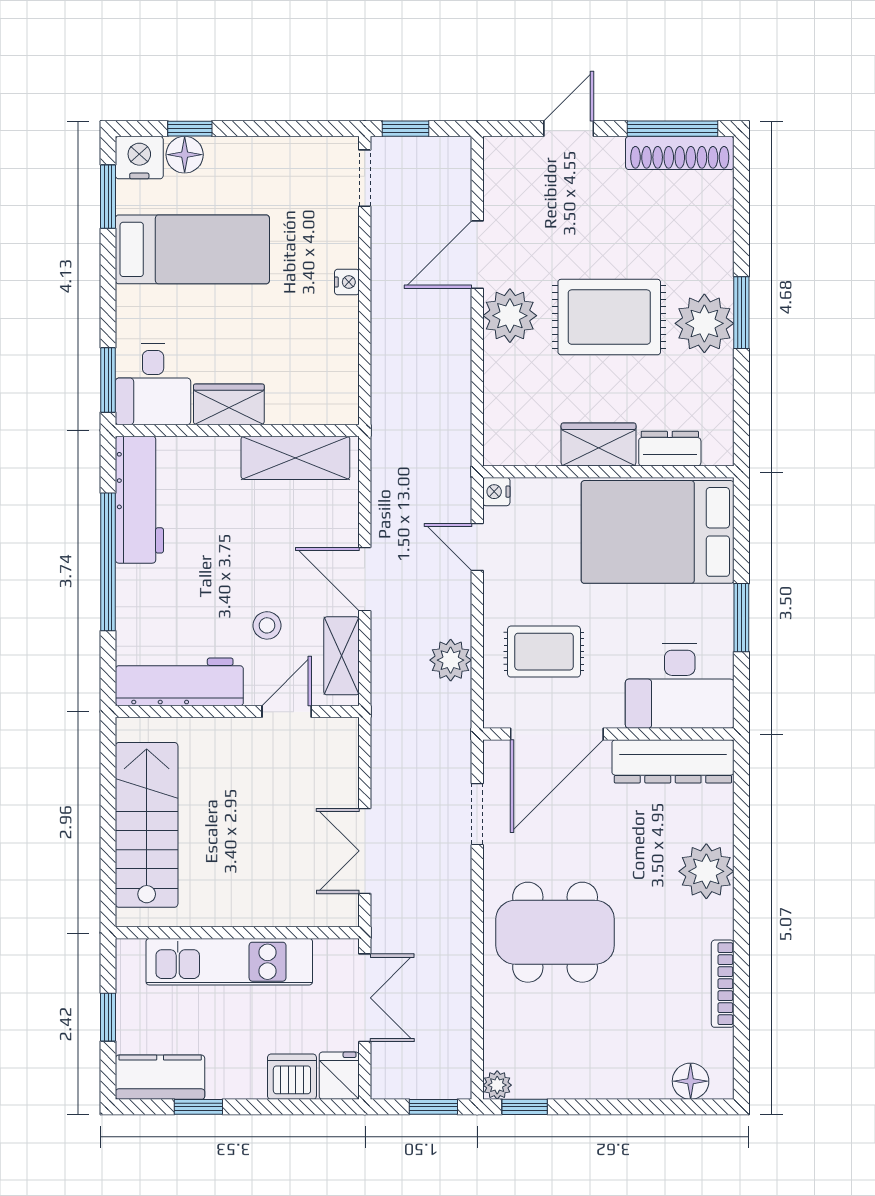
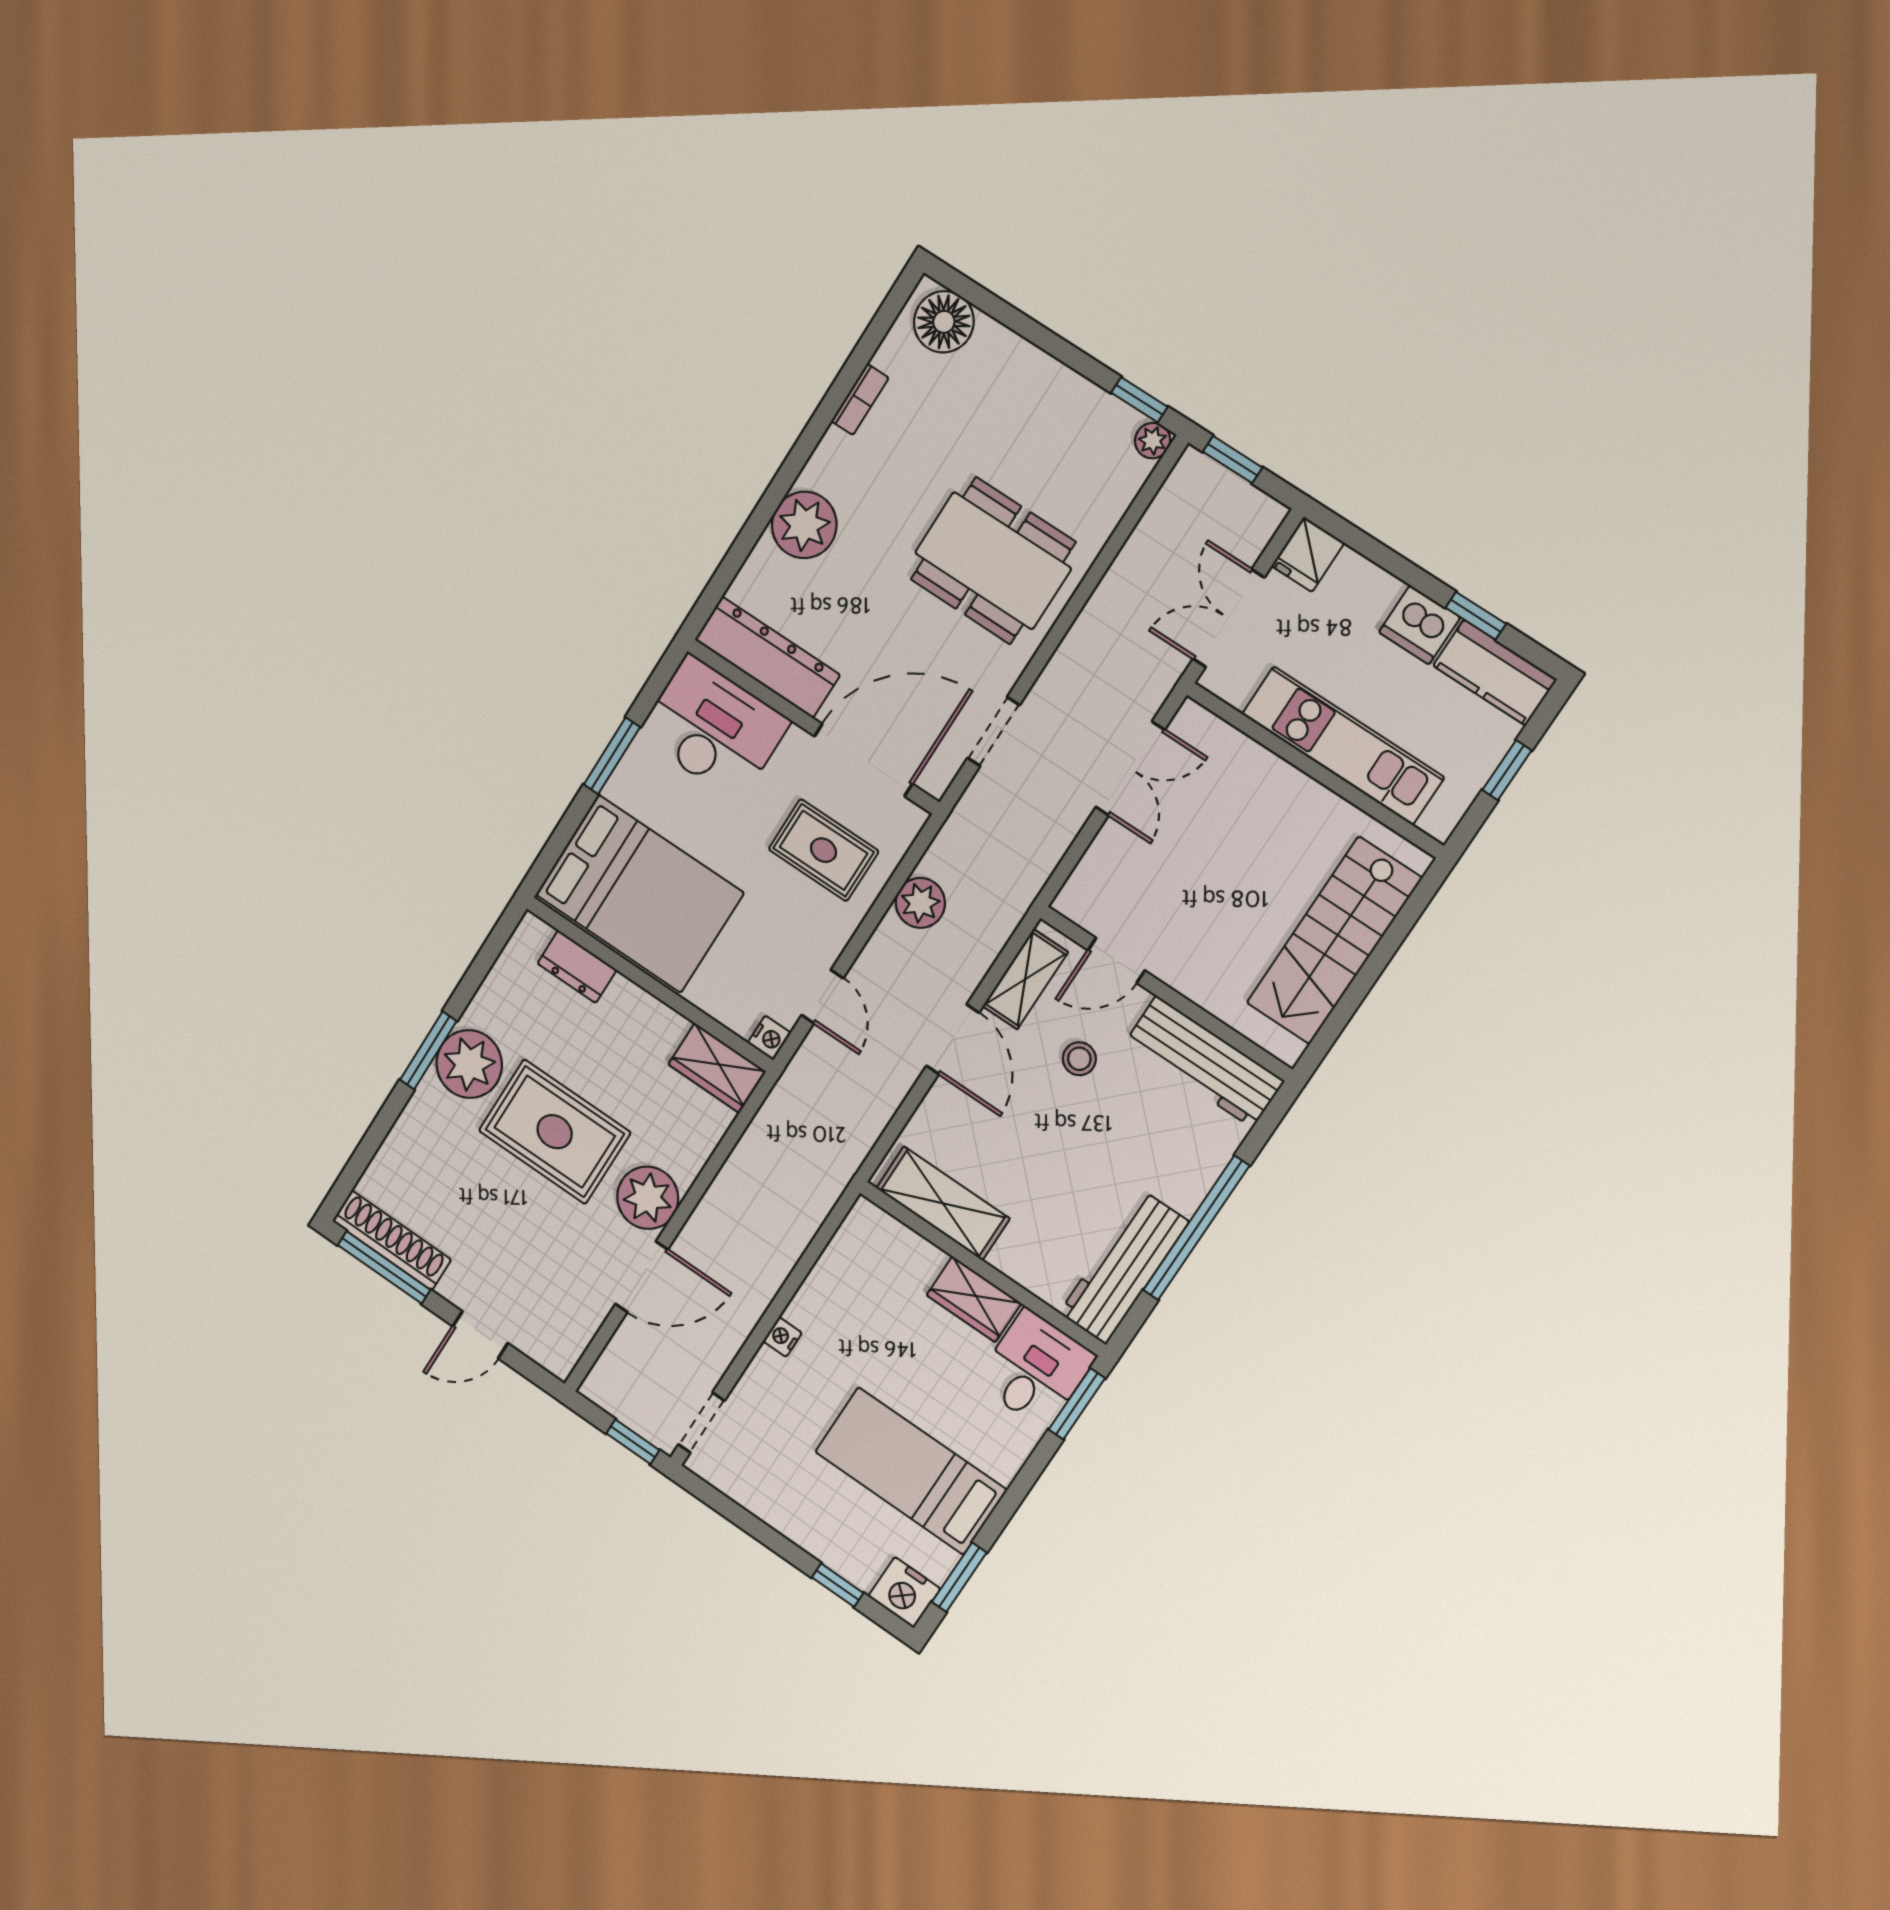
floor lamp: (185, 155) -> (859, 1565), removed
wardrobe: (599, 444) -> (717, 1068), moved
bookcase: (723, 984) -> (860, 399), width x0.64
dishwasher: (292, 1077) -> (1420, 625), moved
floor lamp: (691, 1081) -> (944, 322), width x1.38, depth x1.38

